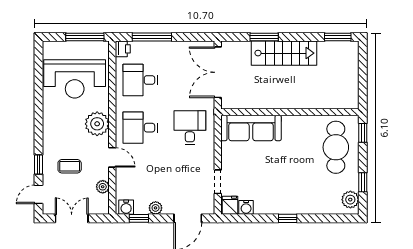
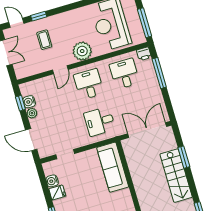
desk: (190, 128) -> (100, 121), turned 180
plant: (103, 187) -> (36, 69), removed
fridge: (230, 205) -> (57, 192), moved
water cooler: (126, 207) -> (29, 102), moved

